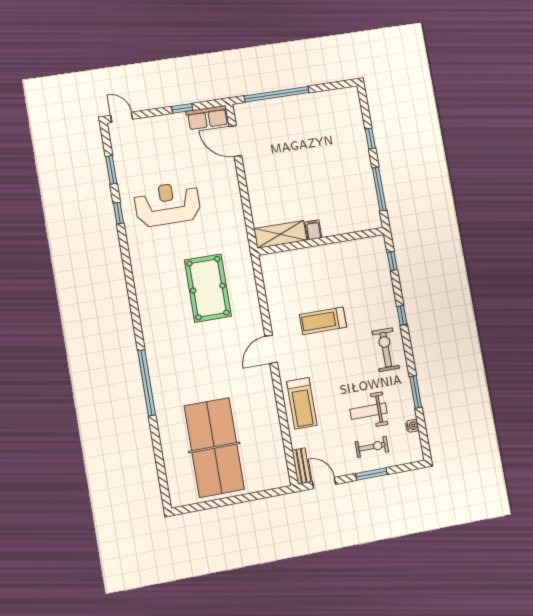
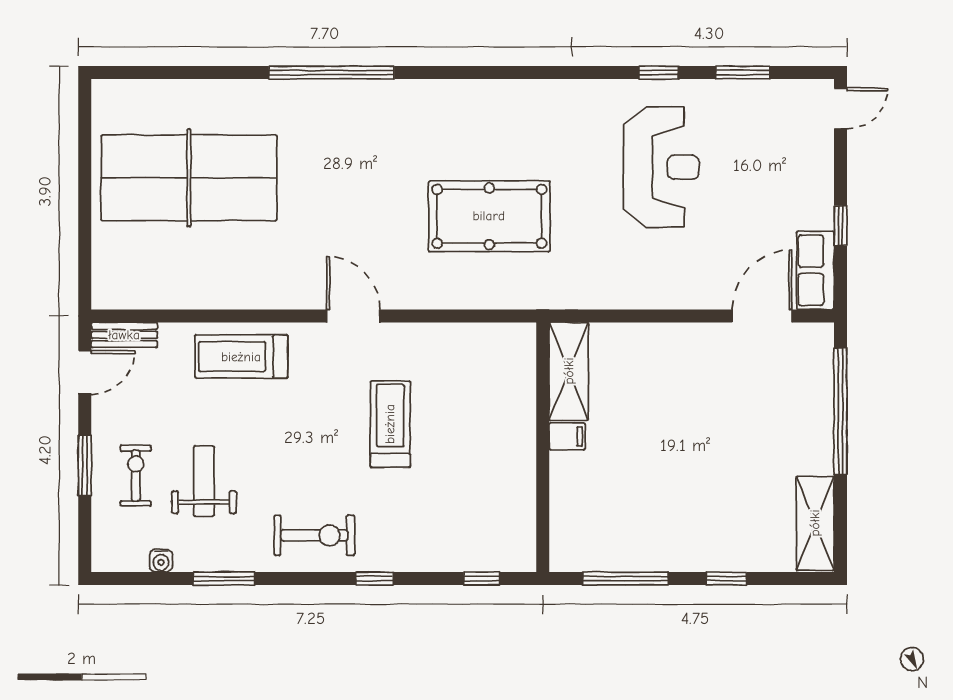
shelving: (335, 98) -> (815, 523), added
exercise bike: (372, 447) -> (136, 475), turned 180

